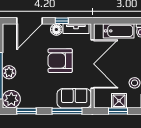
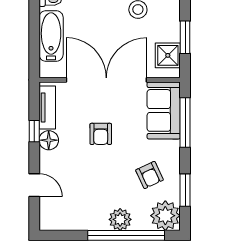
door: (30, 21) -> (34, 185), width x0.53
armchair: (60, 61) -> (101, 134), width x0.53, depth x0.53
armchair: (36, 90) -> (150, 175), added
shower: (119, 101) -> (168, 55), moved

